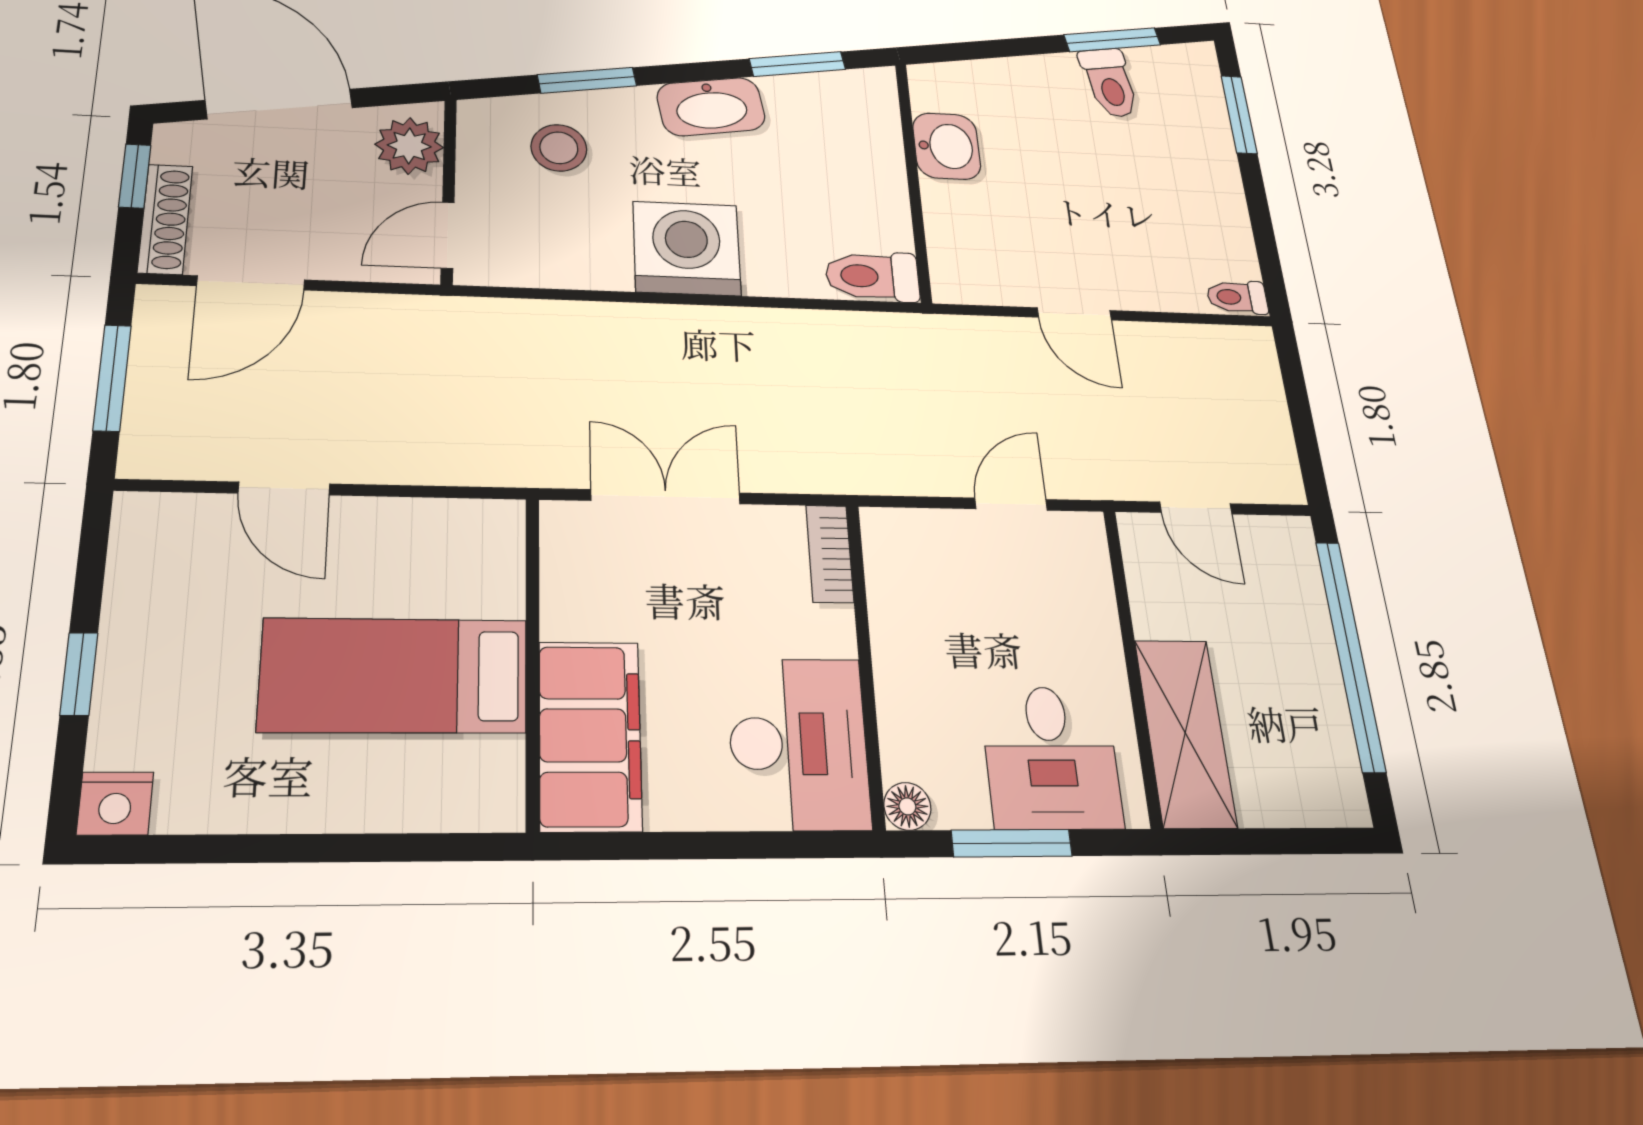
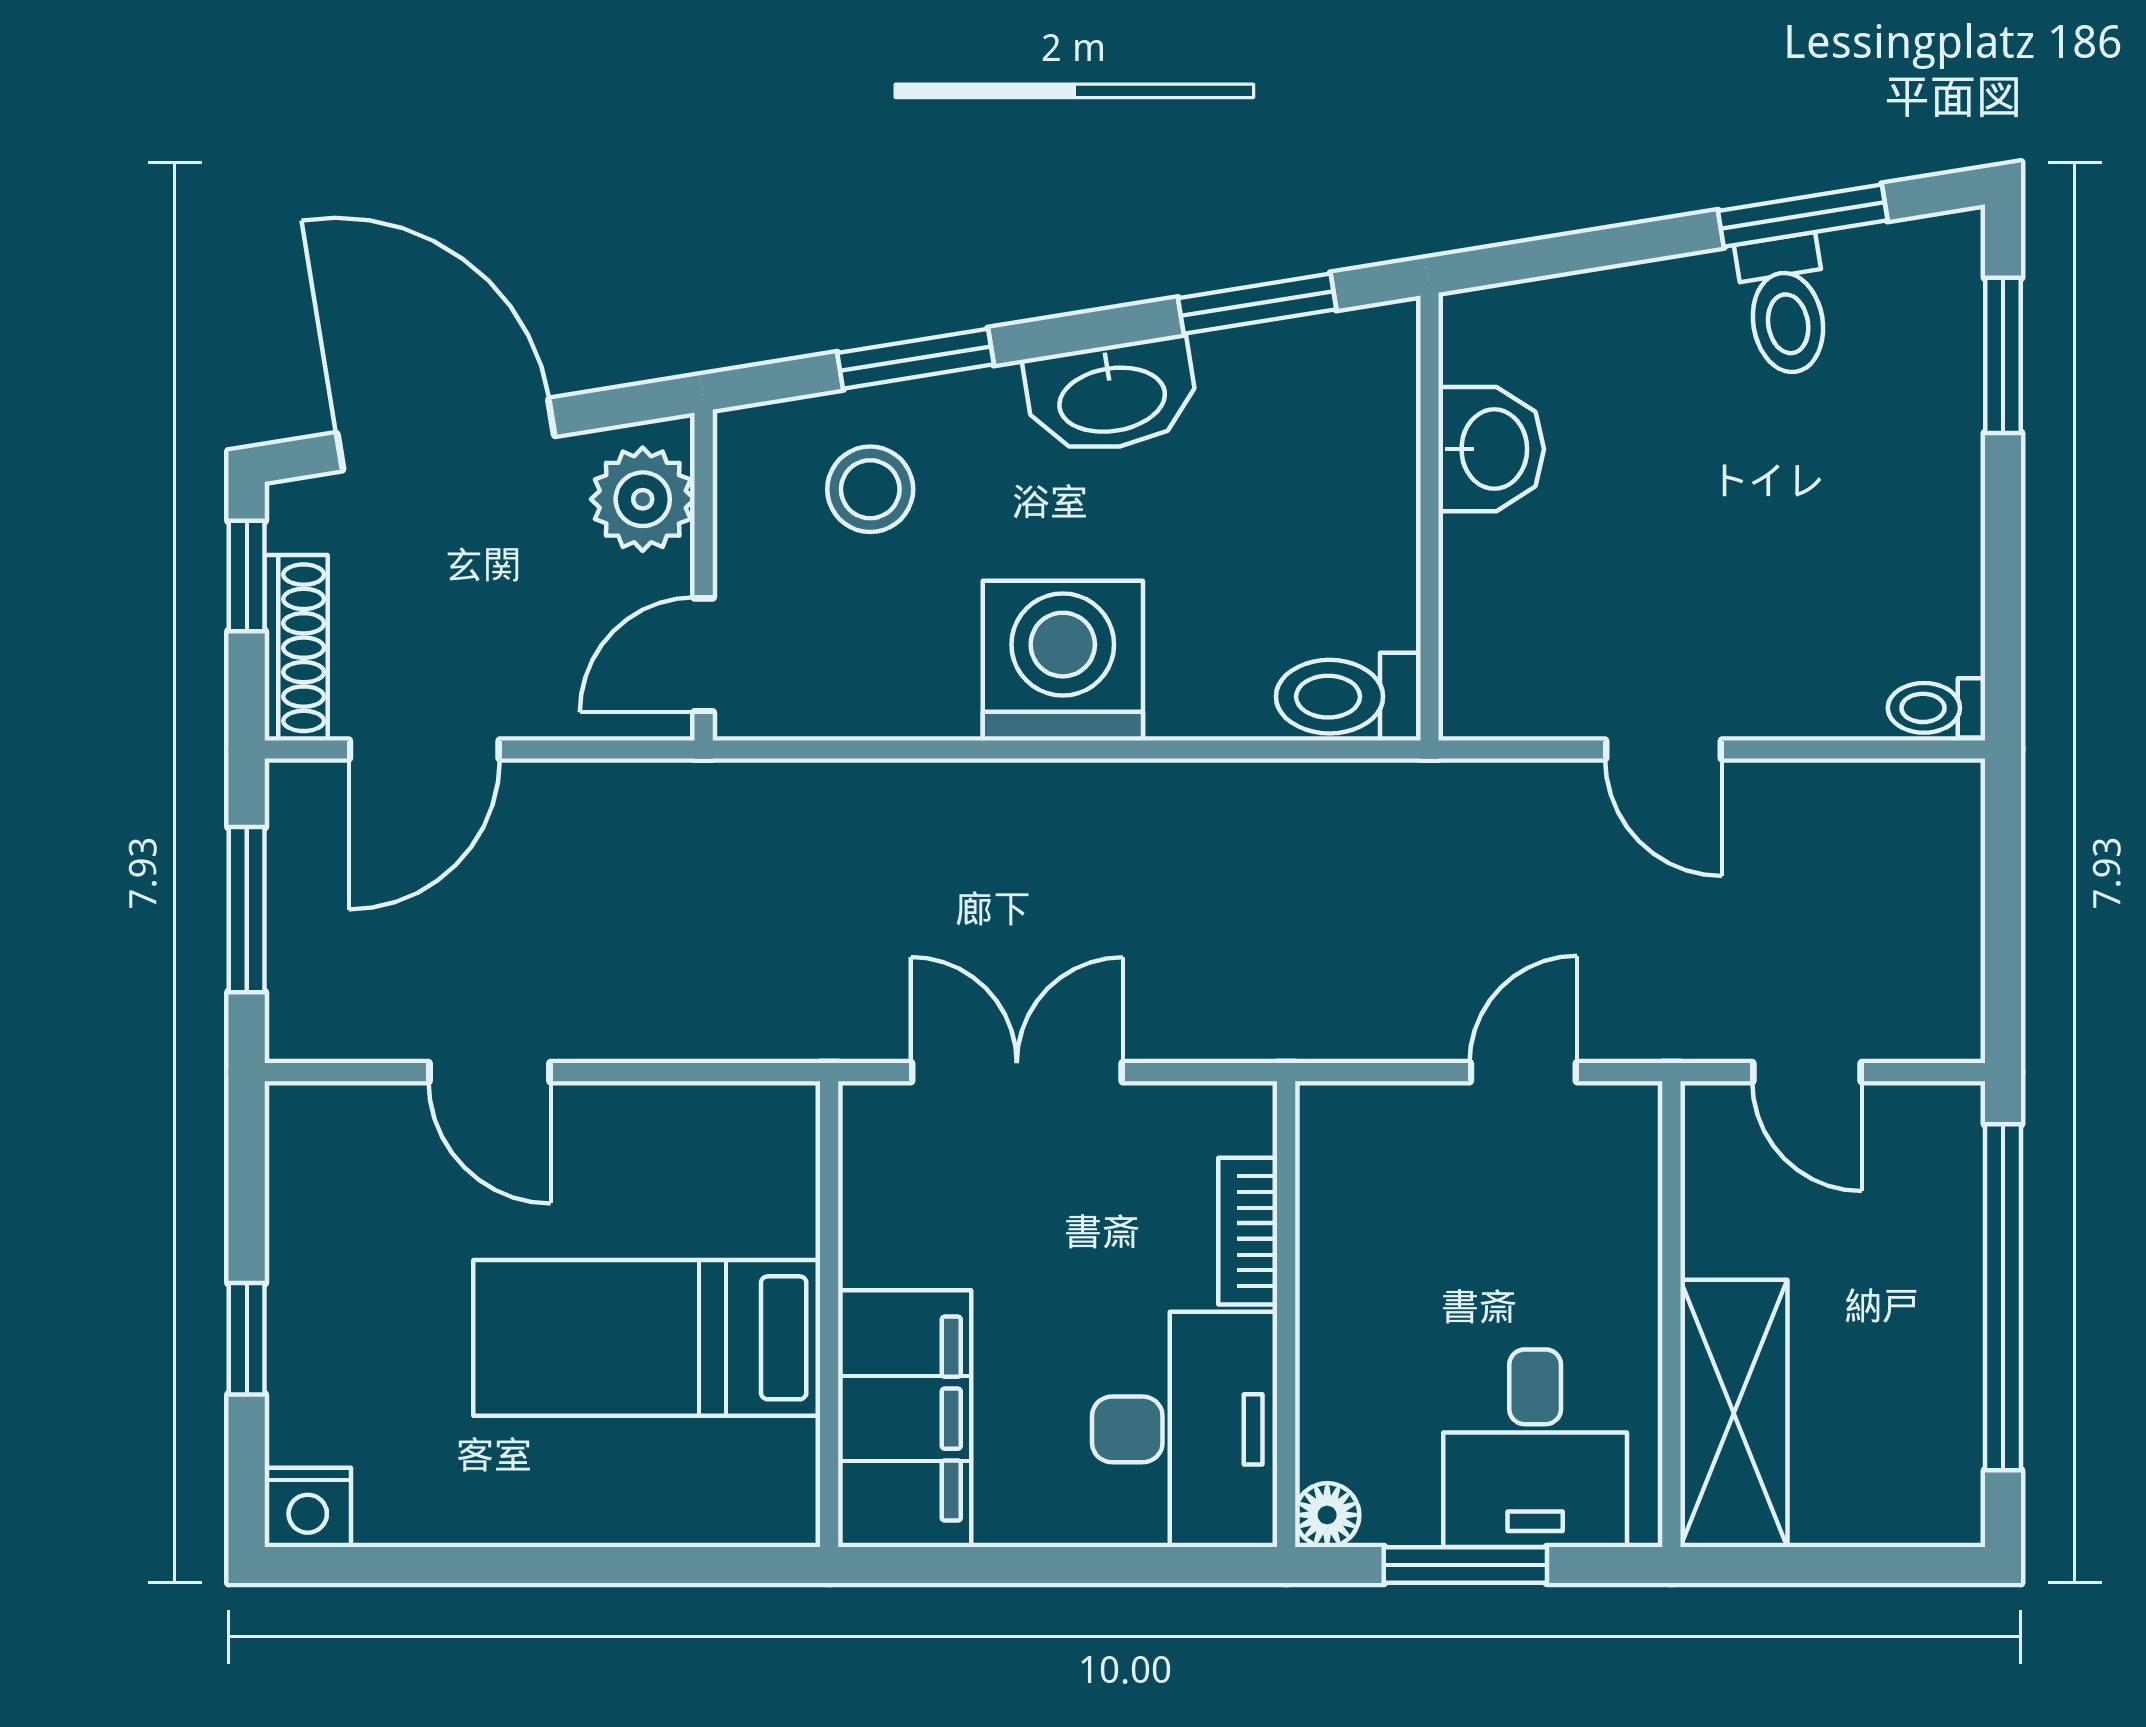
bookcase: (830, 554) -> (1248, 1231), moved

